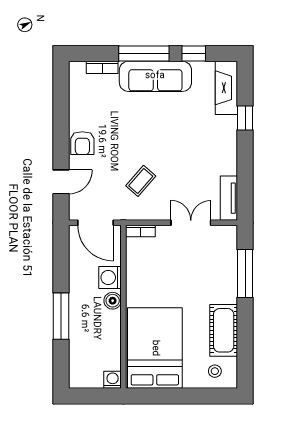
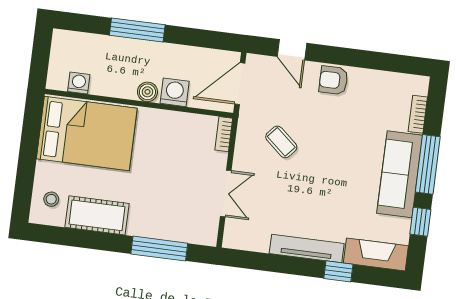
tv unit: (229, 198) -> (307, 248), moved, width x1.41
washing machine: (113, 380) -> (79, 83), moved, turned -90

